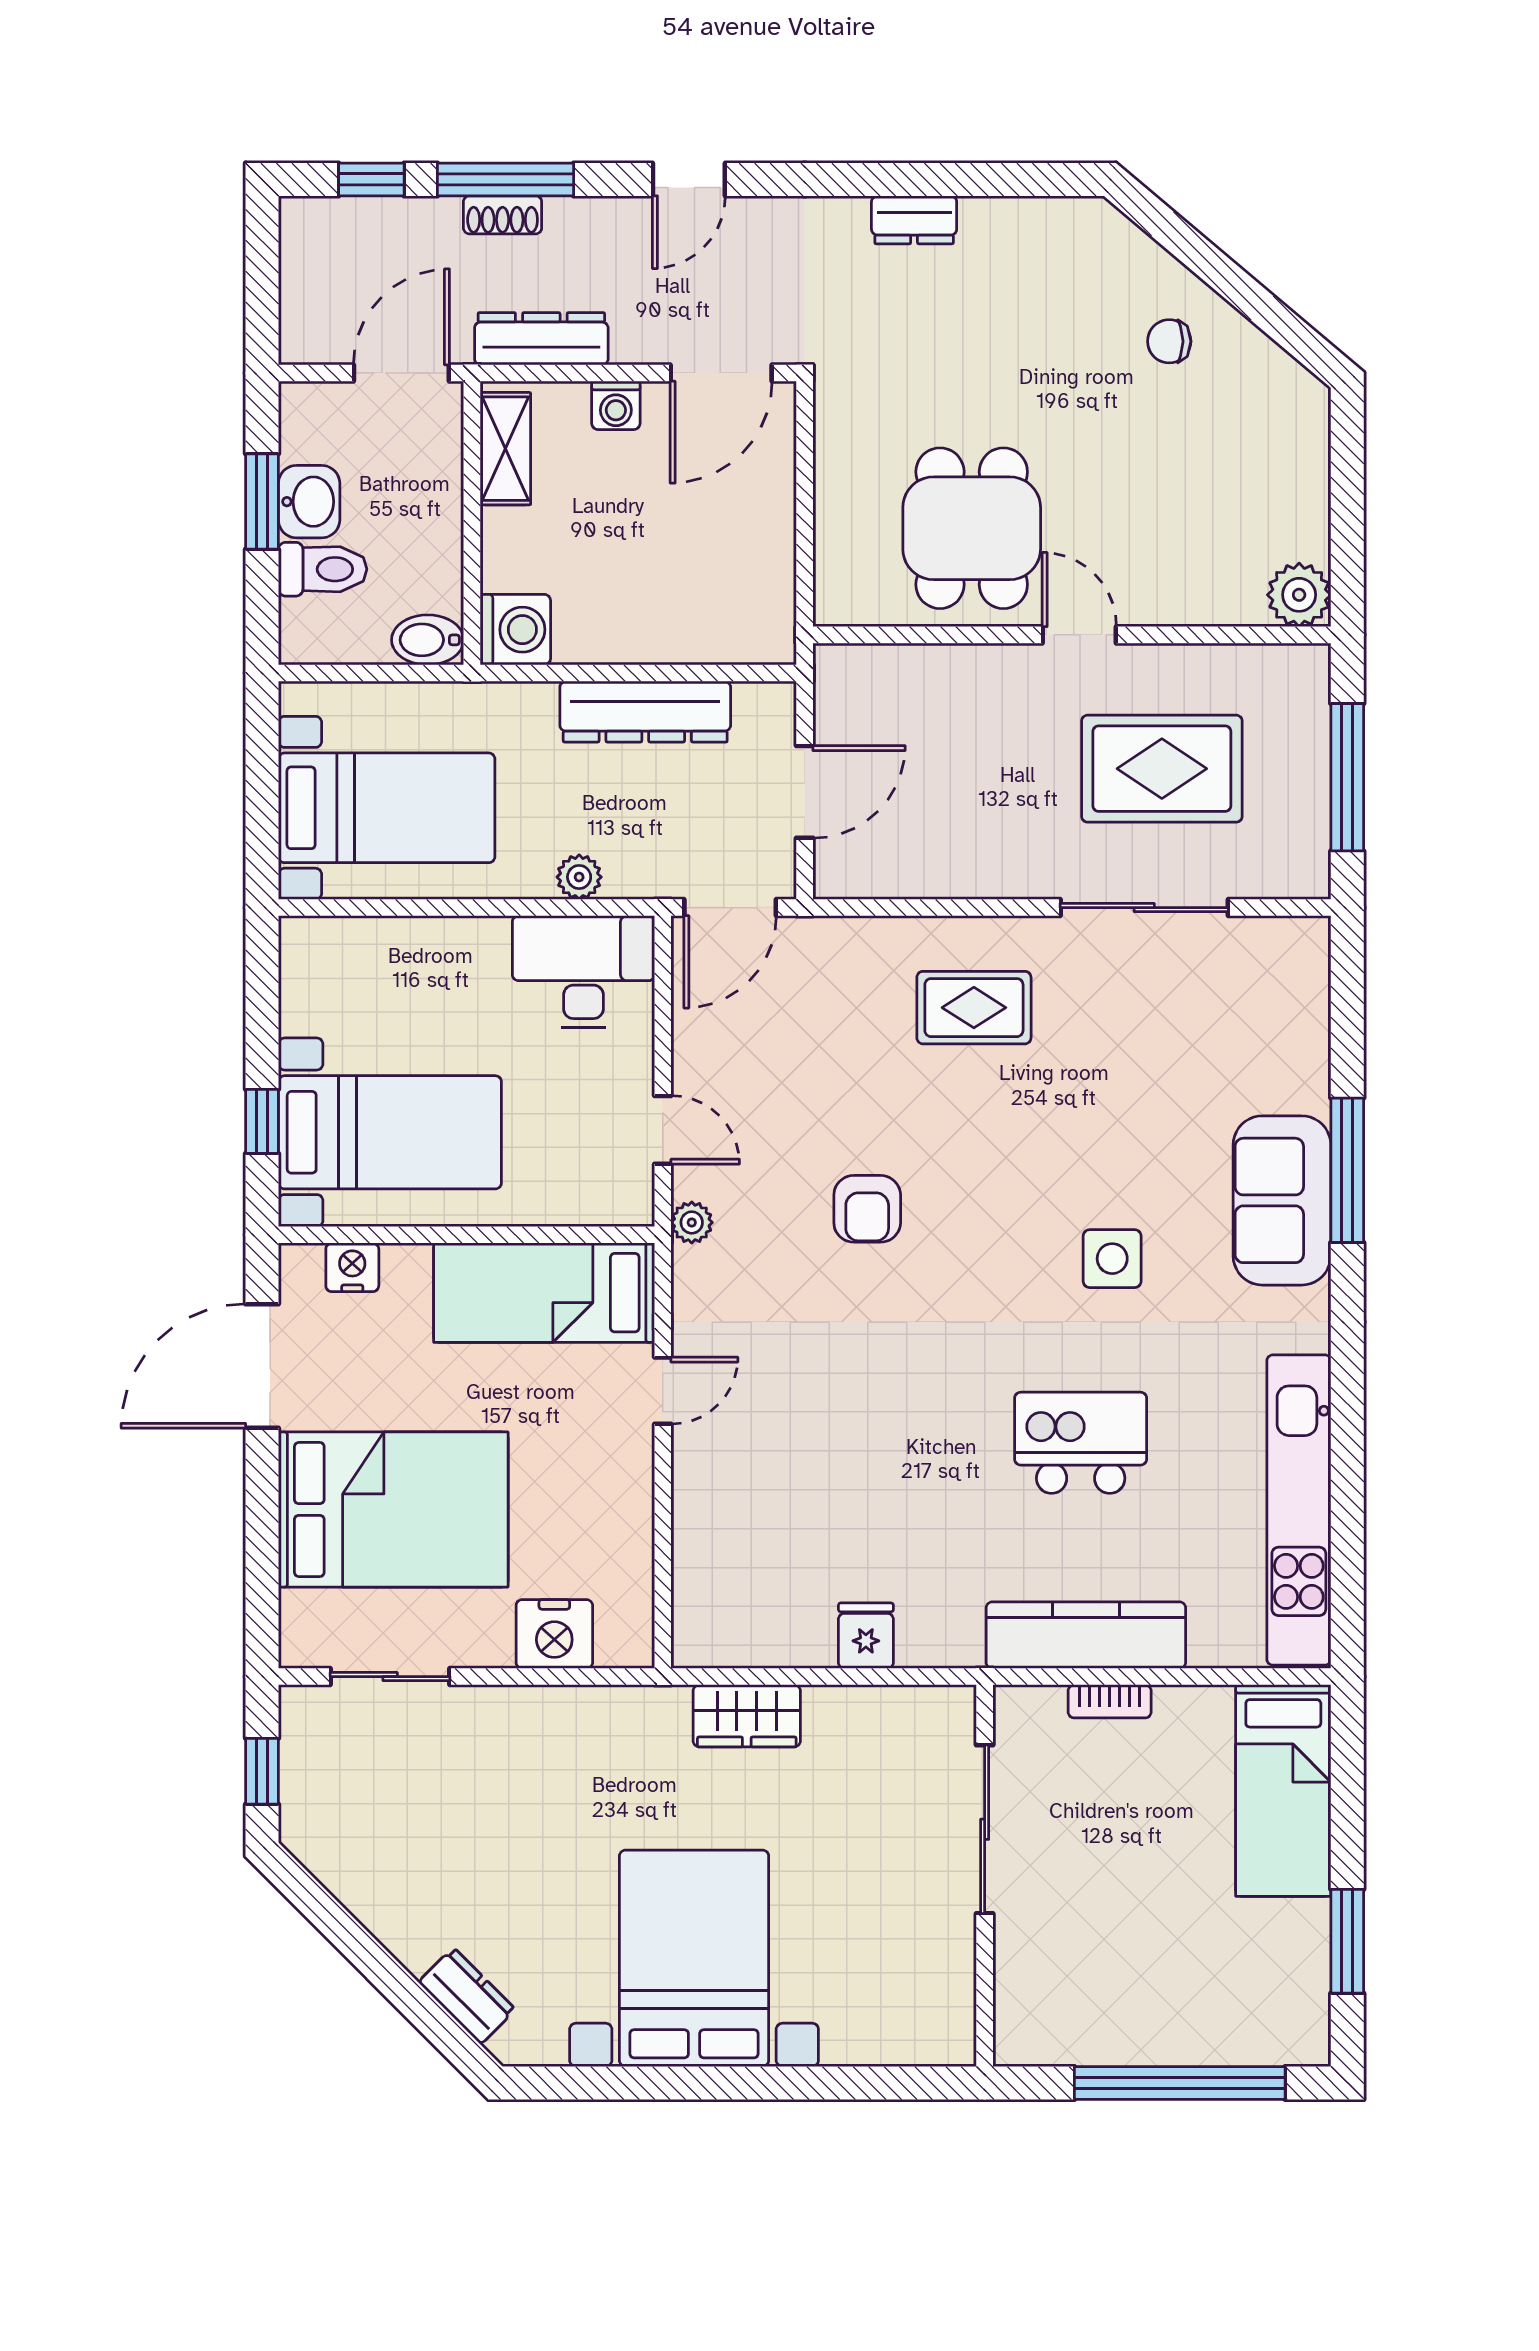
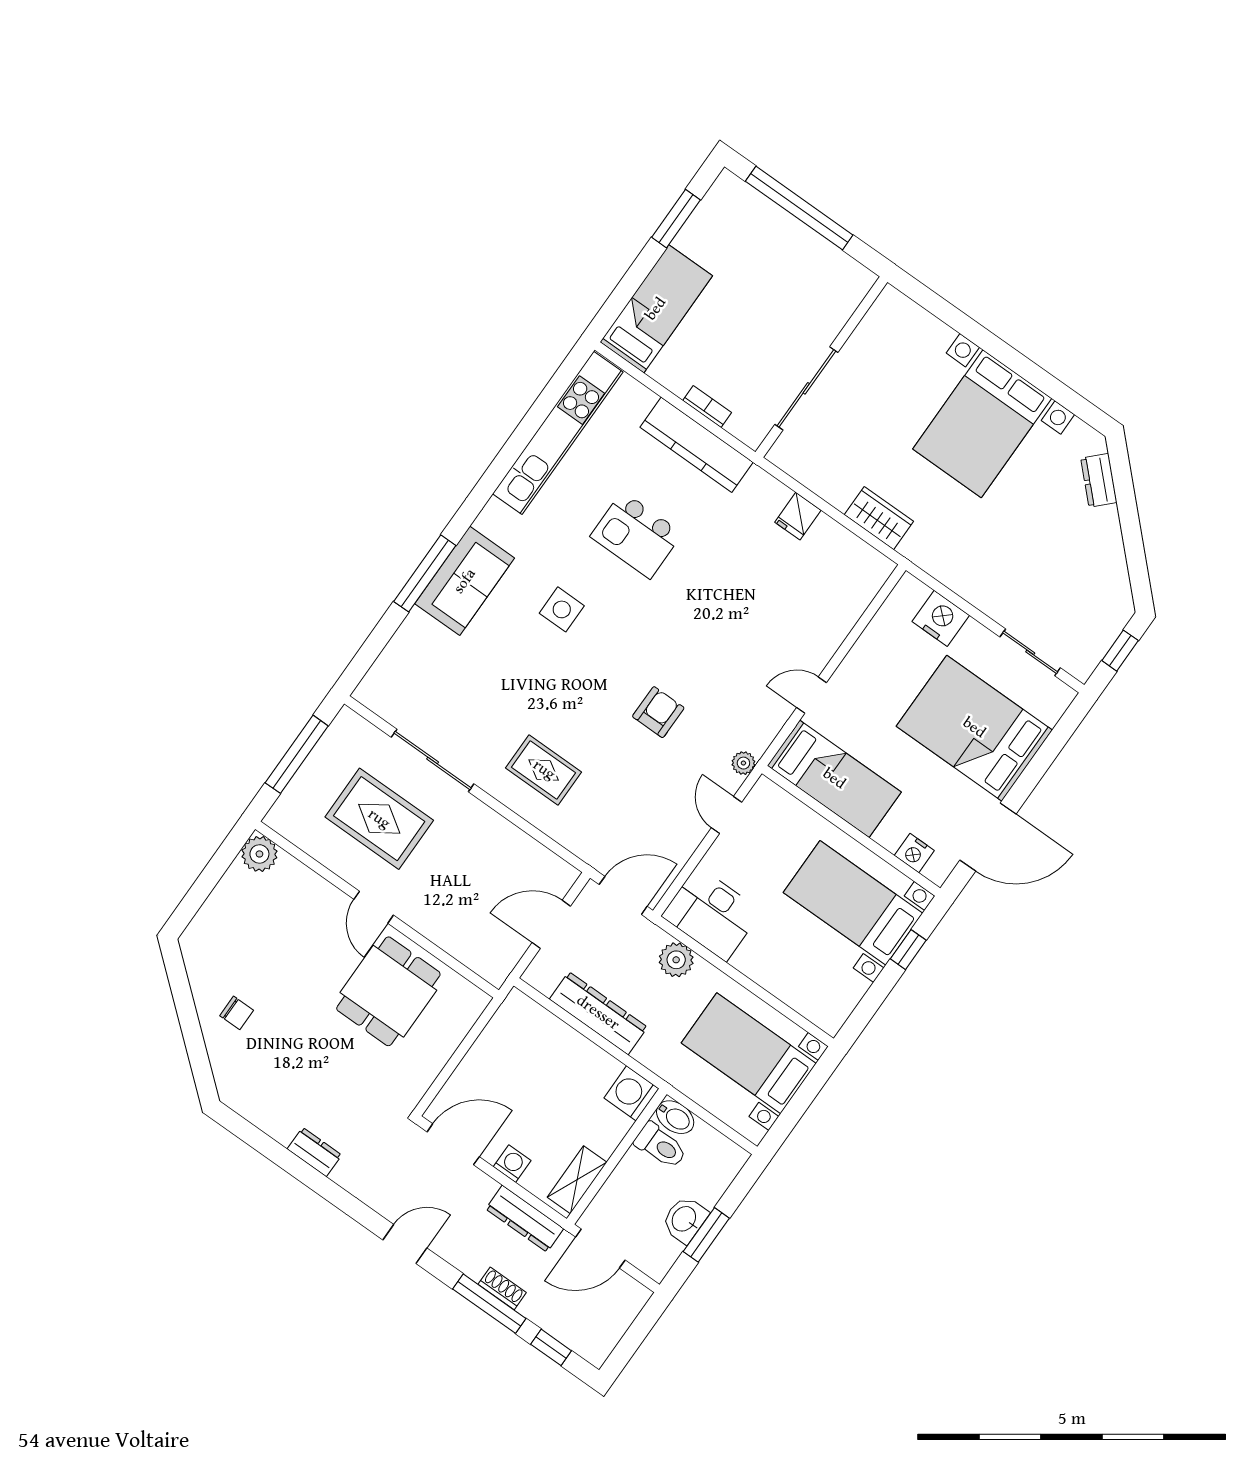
toilet: (323, 569) -> (661, 1146), moved, turned 180
plant: (579, 877) -> (676, 960), width x1.38, depth x1.38

